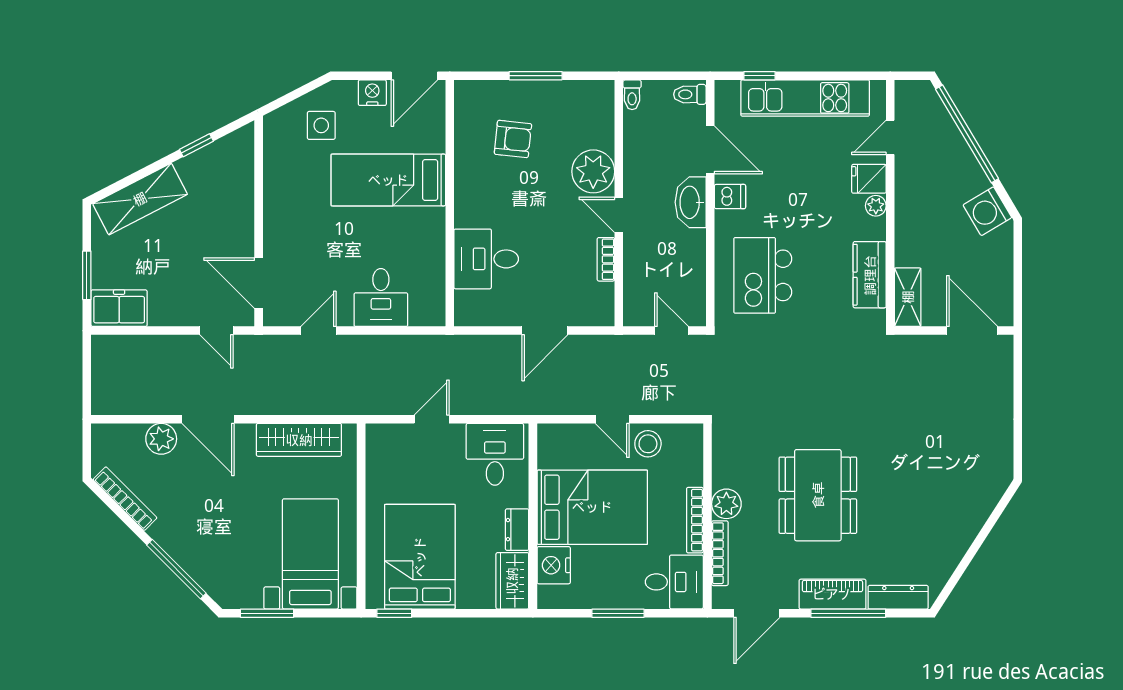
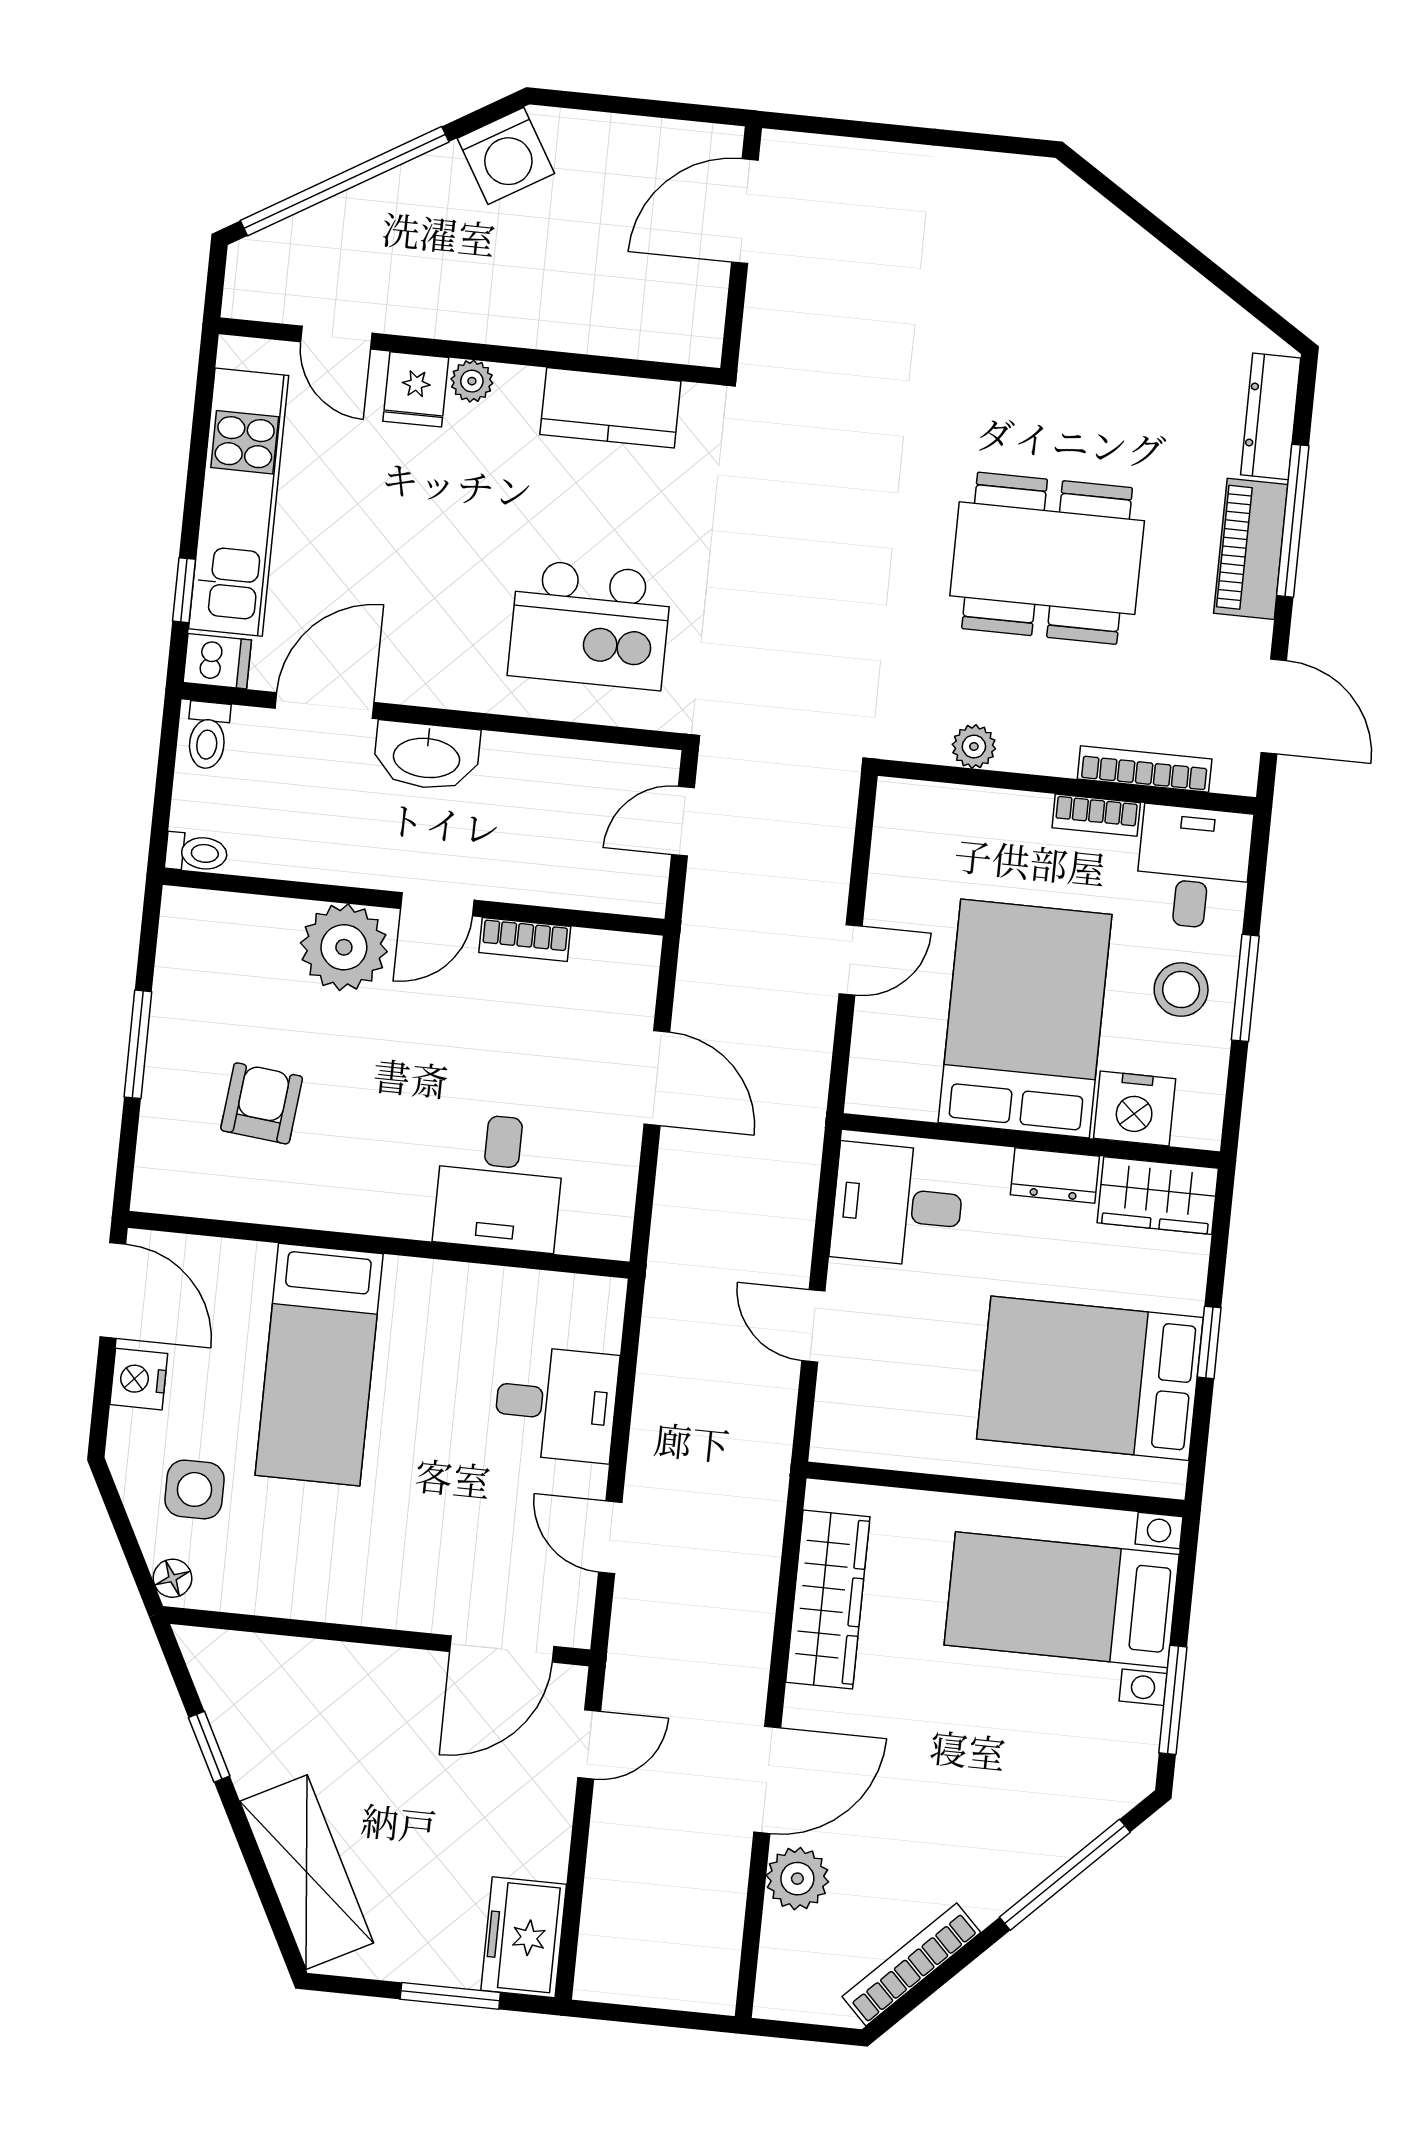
floor lamp: (277, 119) -> (172, 1578), added
dishwasher: (730, 197) -> (217, 661), moved, turned 90
shelving: (908, 297) -> (664, 335), removed
stool: (648, 444) -> (1181, 990), moved
plant: (726, 504) -> (974, 747), moved, width x0.73, depth x0.73
bookcase: (695, 520) -> (1096, 815), width x0.64
window: (394, 613) -> (1209, 1342), moved

